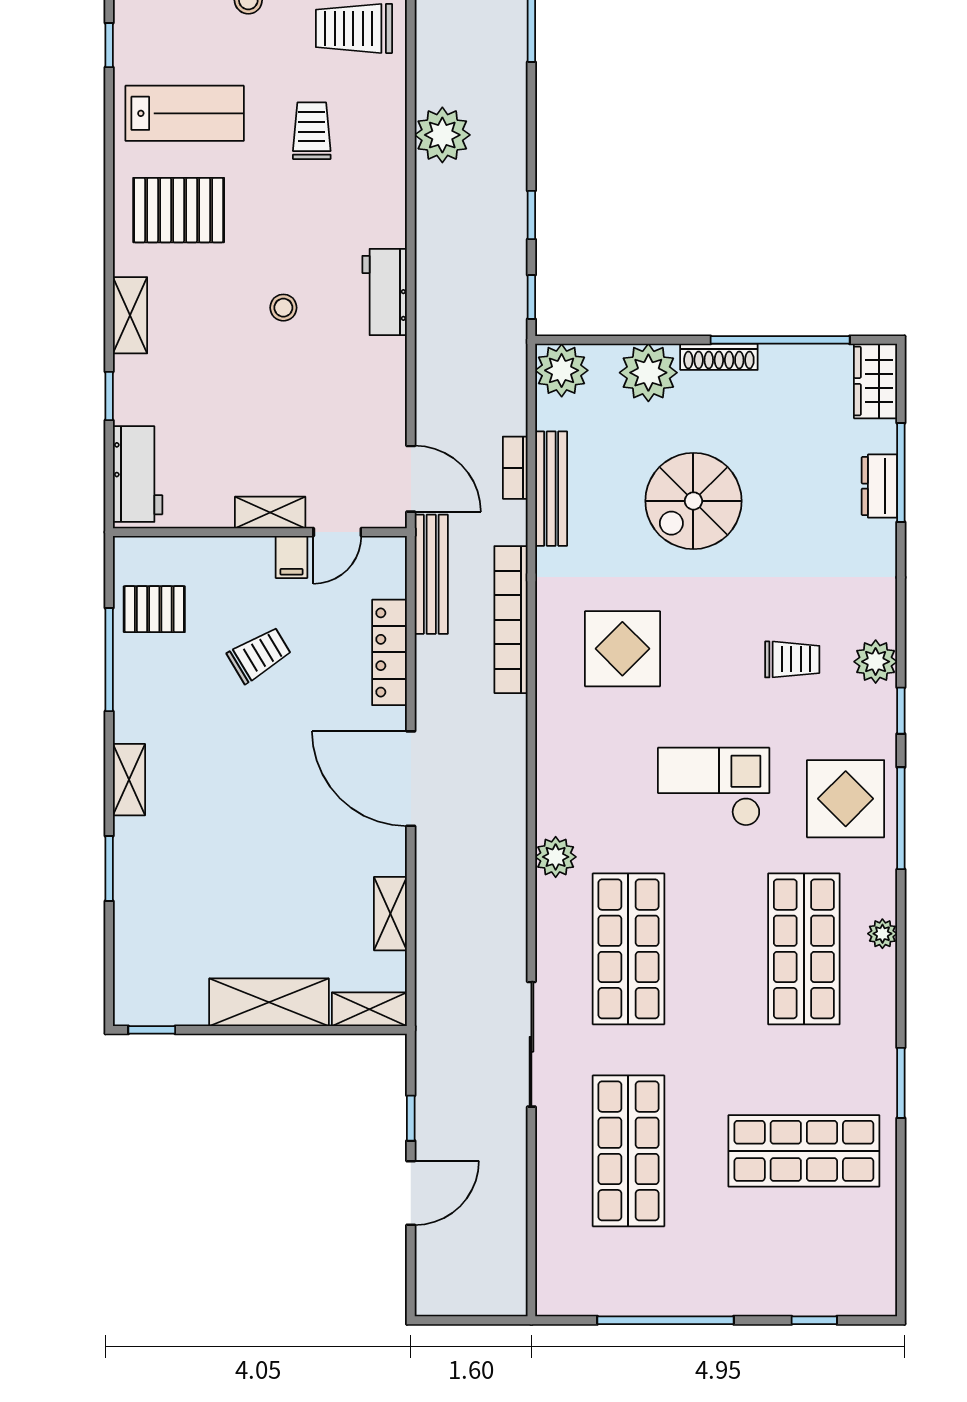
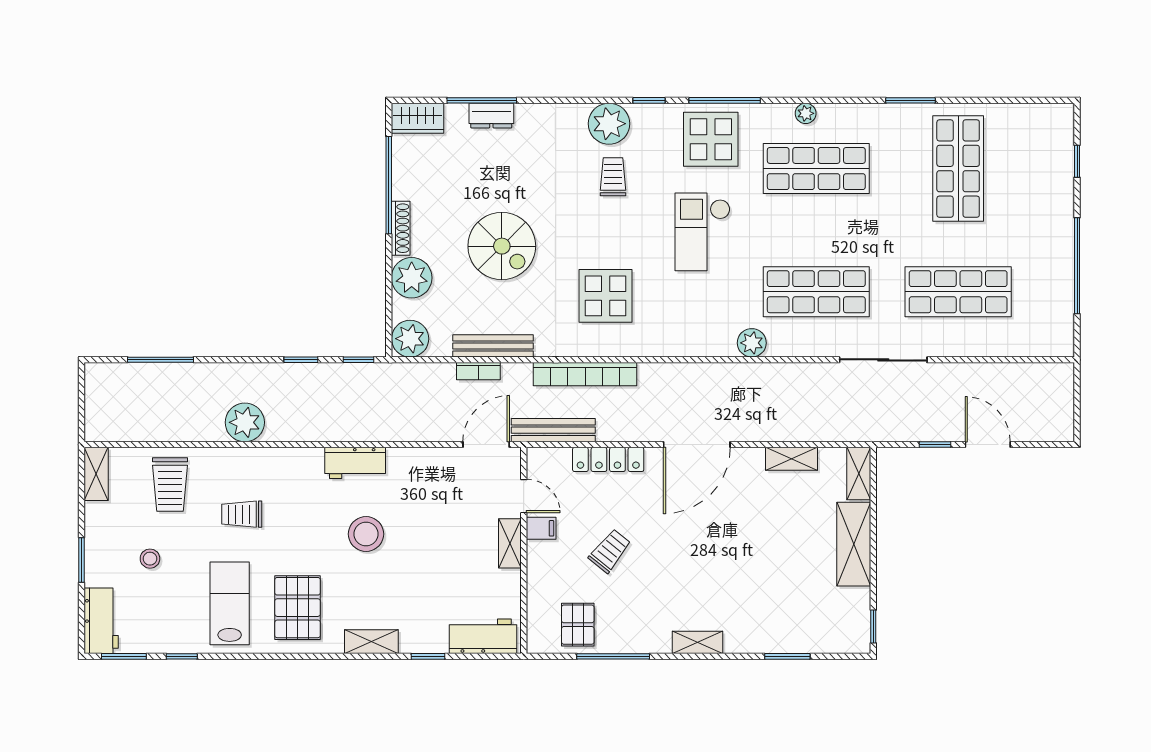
stool: (283, 308) -> (366, 534), width x1.89, depth x1.89
trolley: (259, 655) -> (610, 551), turned 70
plant: (876, 662) -> (609, 124), width x1.36, depth x1.36
window: (109, 869) -> (787, 656), moved

